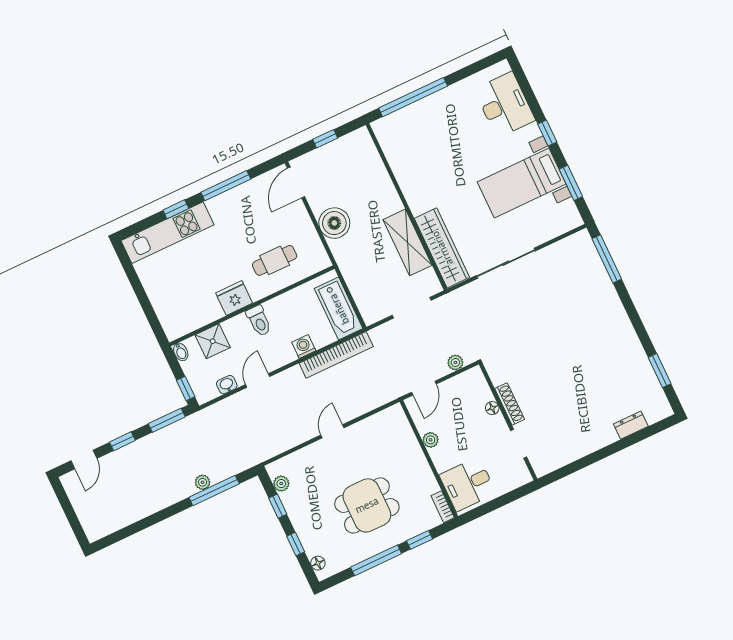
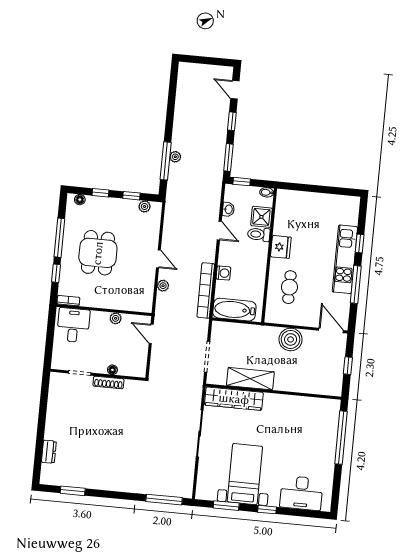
kitchen unit: (168, 233) -> (345, 259), moved
toilet: (259, 321) -> (259, 234), moved
plant: (455, 362) -> (163, 286), moved

